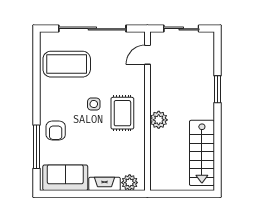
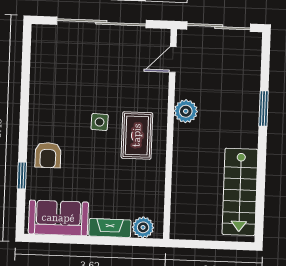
sliding door: (181, 29) -> (219, 27), width x1.37
coffee table: (67, 64) -> (66, 68), removed
plant: (159, 120) -> (186, 111), moved
window: (36, 147) -> (22, 176), width x0.46

